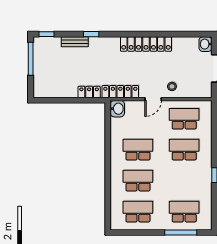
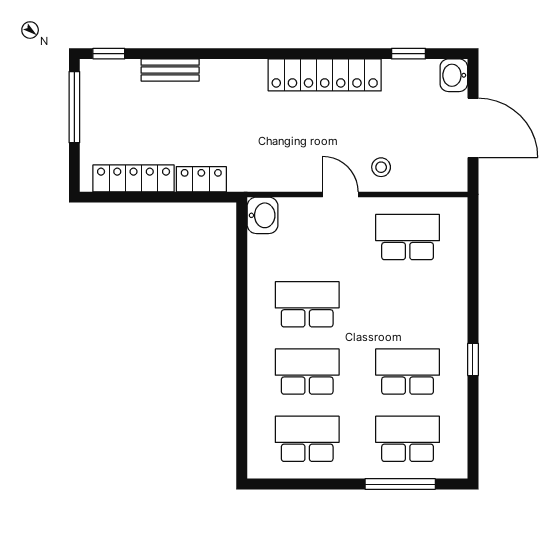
window: (91, 34) -> (409, 54), moved
locker: (120, 92) -> (134, 178), moved
door: (153, 99) -> (340, 194), swing flipped
school desk: (184, 150) -> (408, 372), moved

